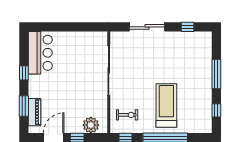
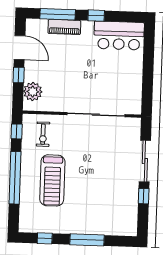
window: (188, 27) -> (144, 196), moved
window: (24, 106) -> (58, 14), width x1.44
treadmill: (166, 106) -> (52, 180), turned 90
piano: (35, 112) -> (64, 27), moved

